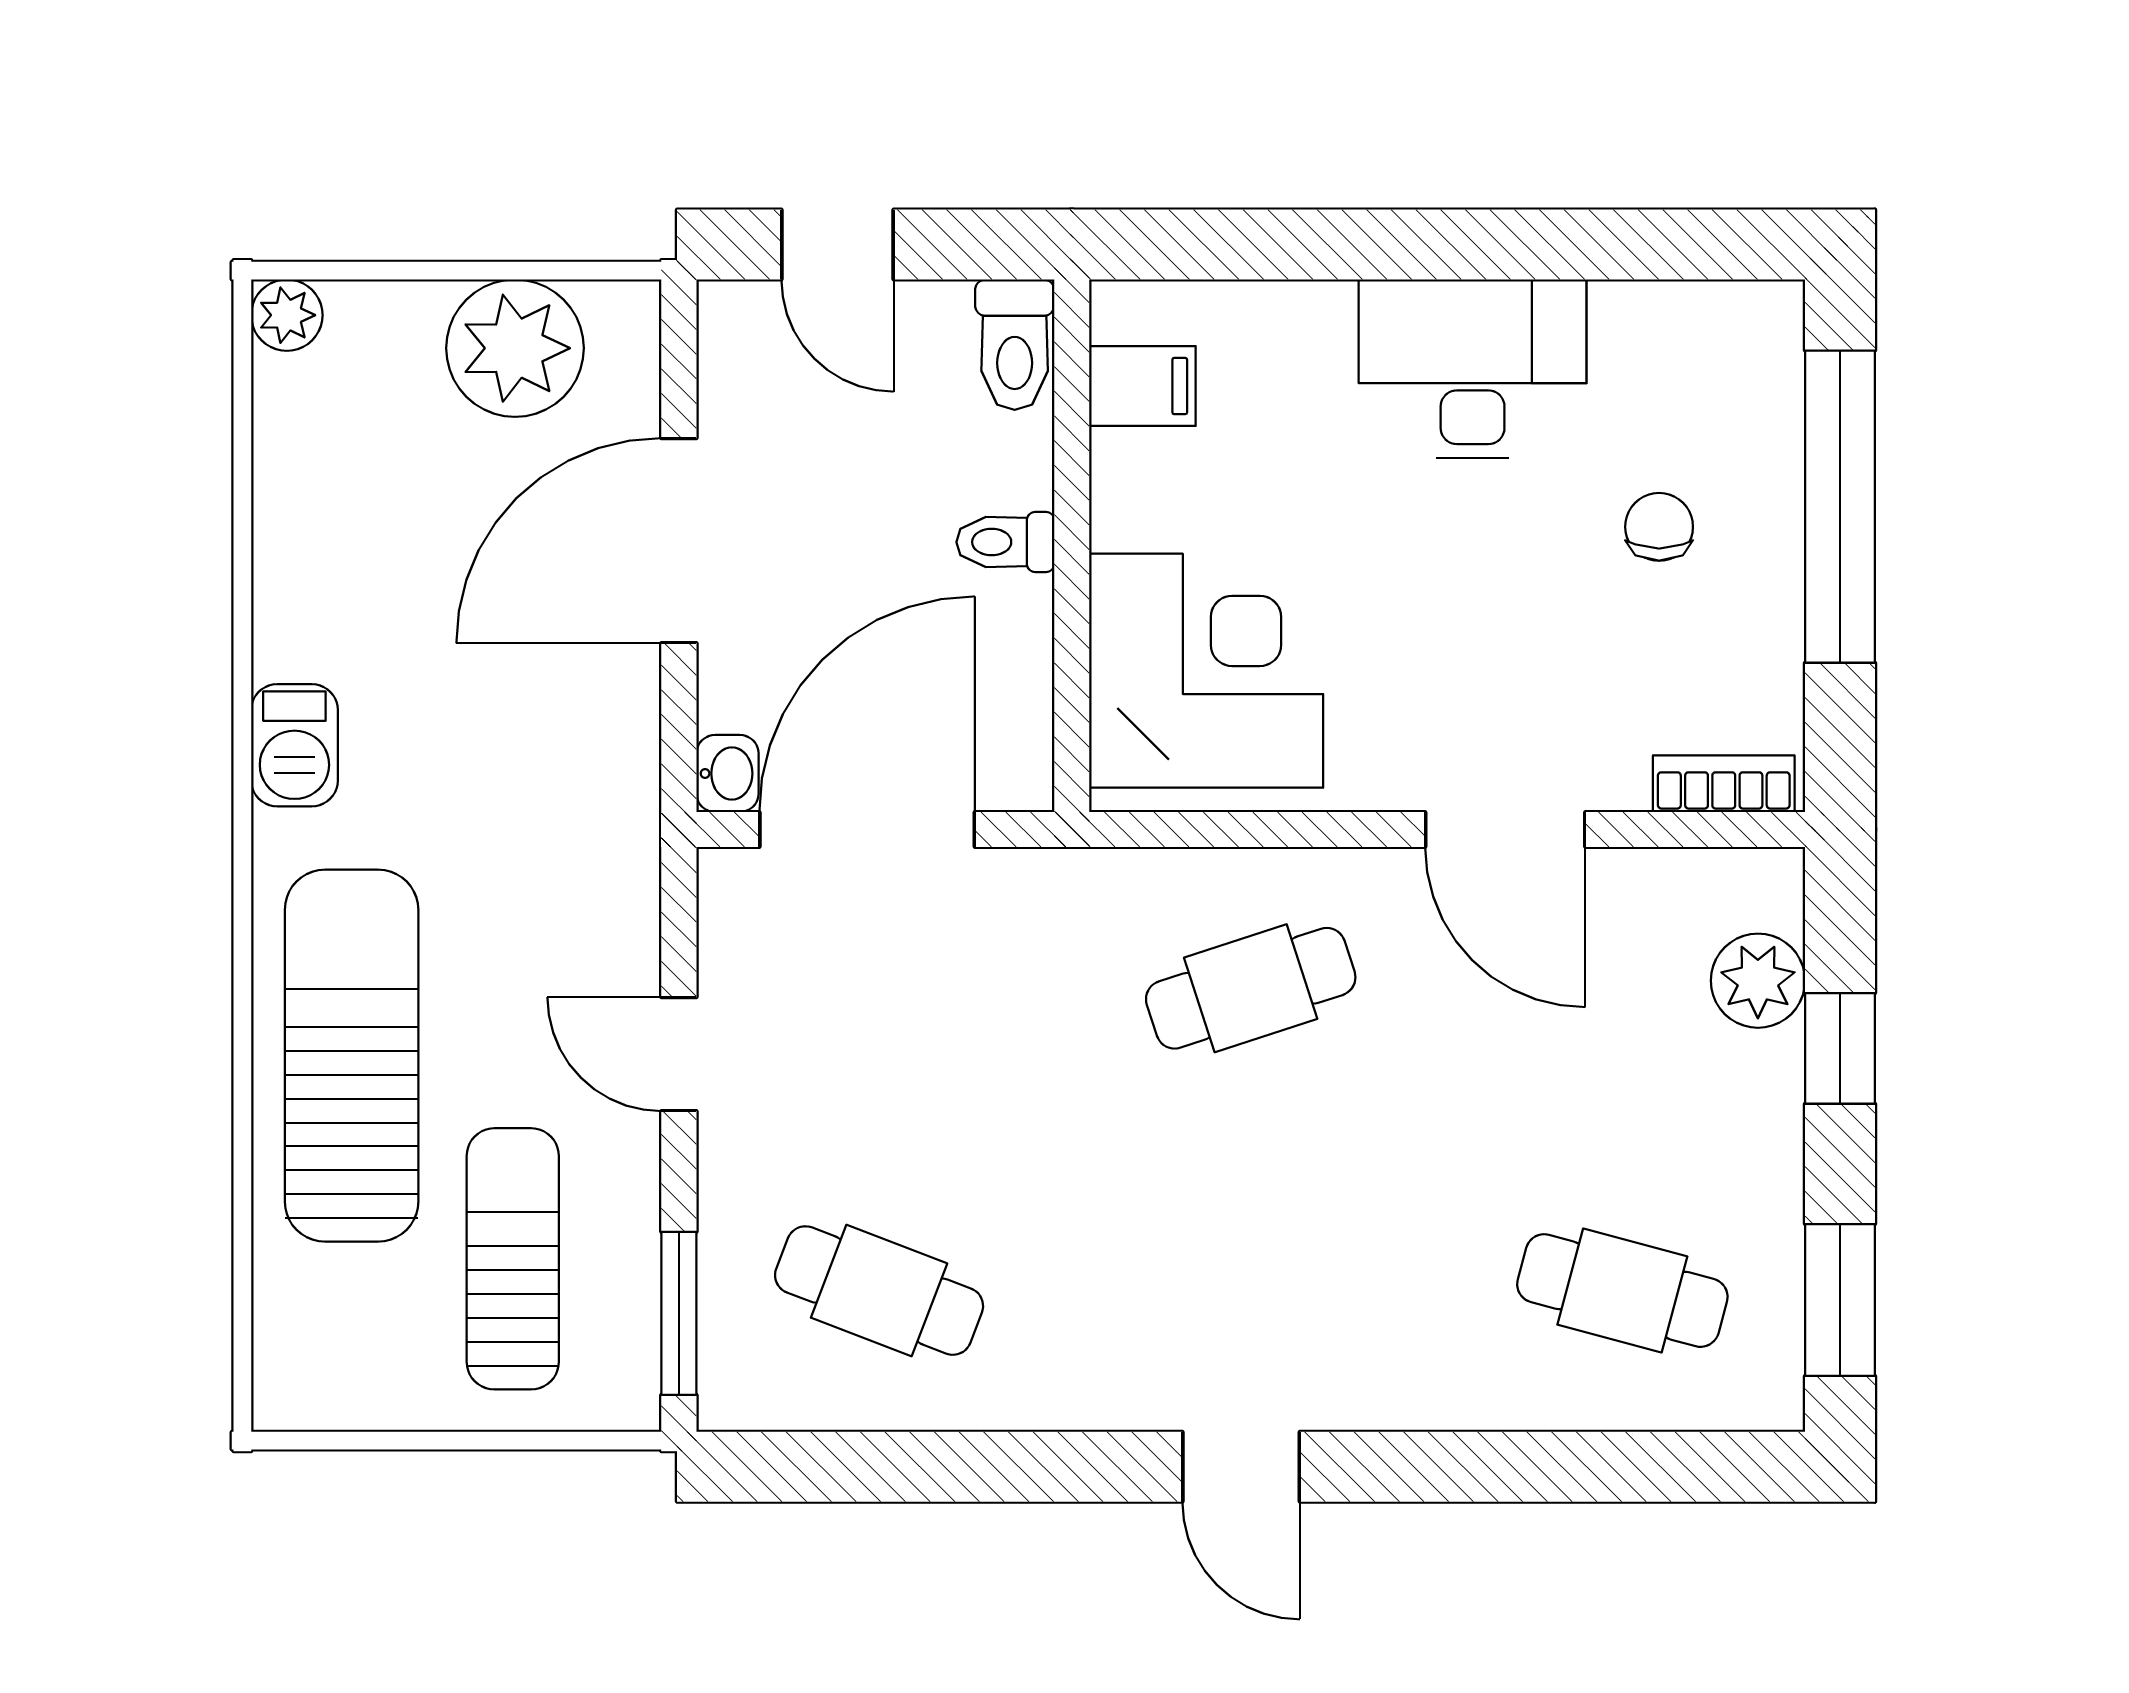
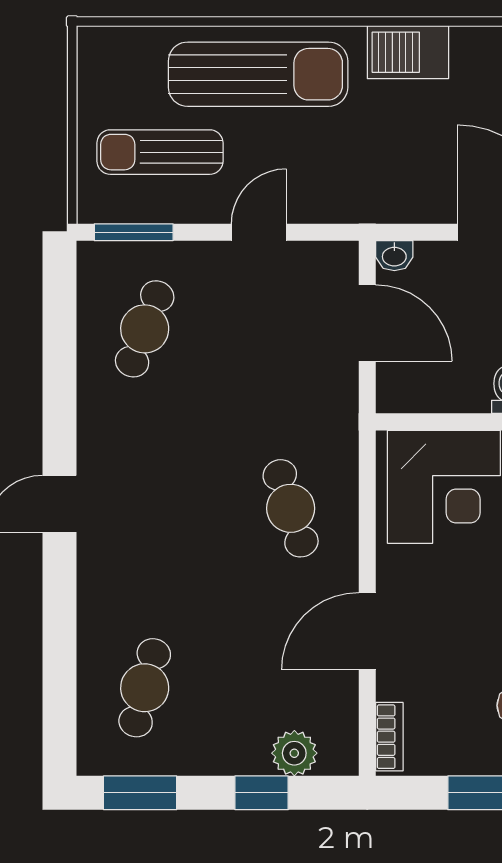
barbecue: (294, 745) -> (408, 52), width x1.38, depth x1.27
door: (867, 829) -> (367, 323), width x0.73
sun lounger: (513, 1259) -> (160, 152), turned 180

